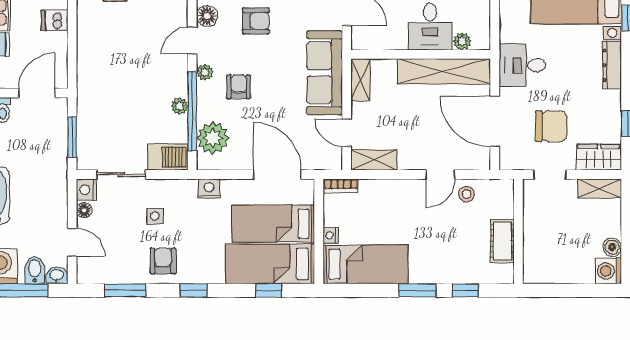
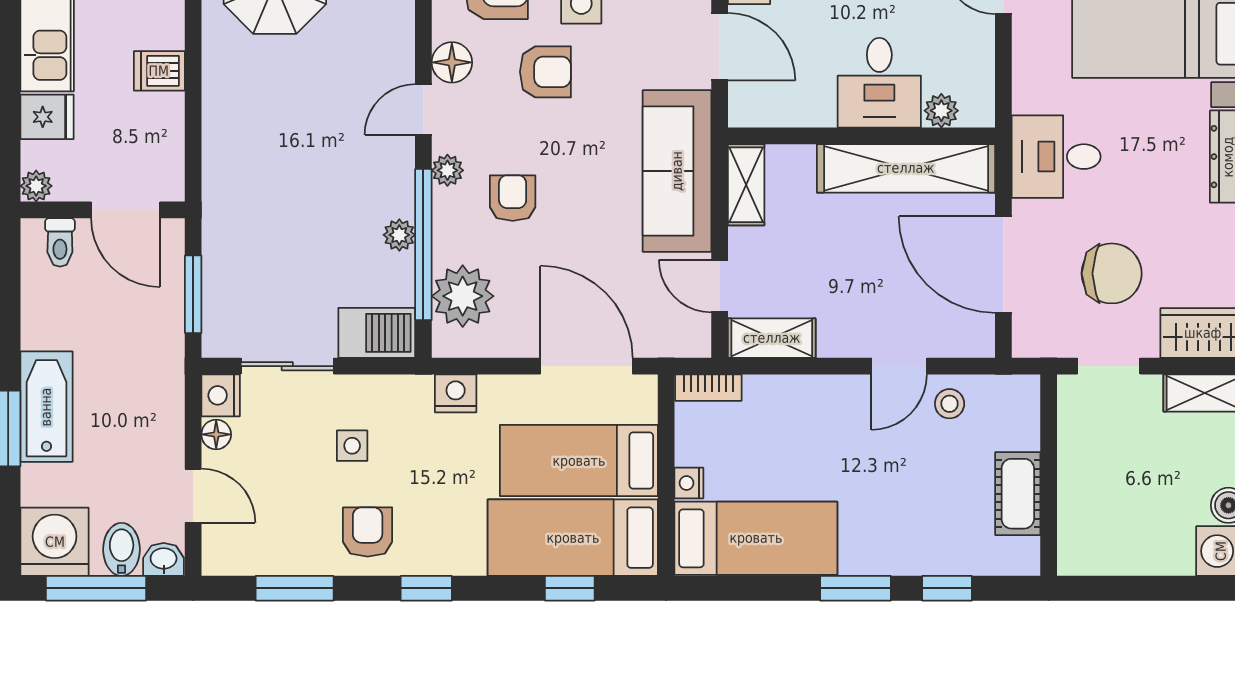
door: (37, 93) -> (125, 210), swing flipped

